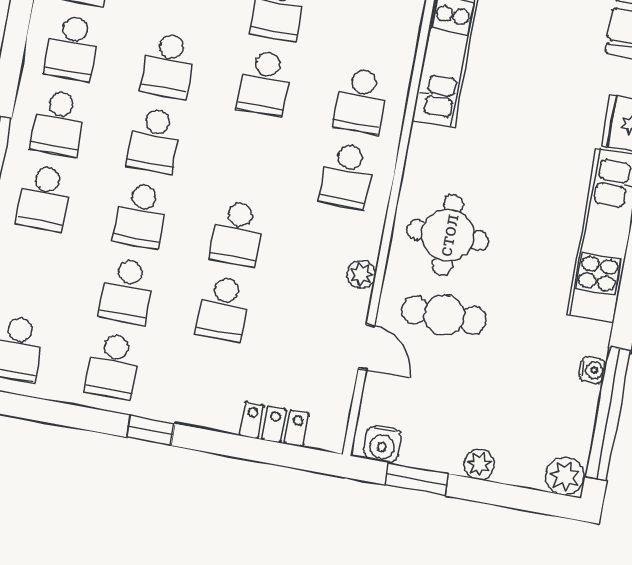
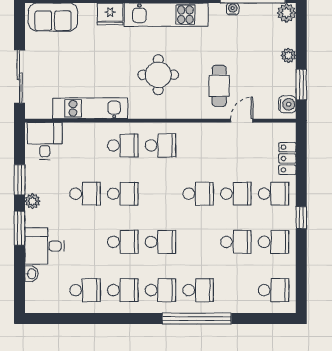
school desk: (140, 216) -> (273, 194), moved
round table: (448, 235) -> (158, 75), moved
plant: (361, 275) -> (207, 129), removed

